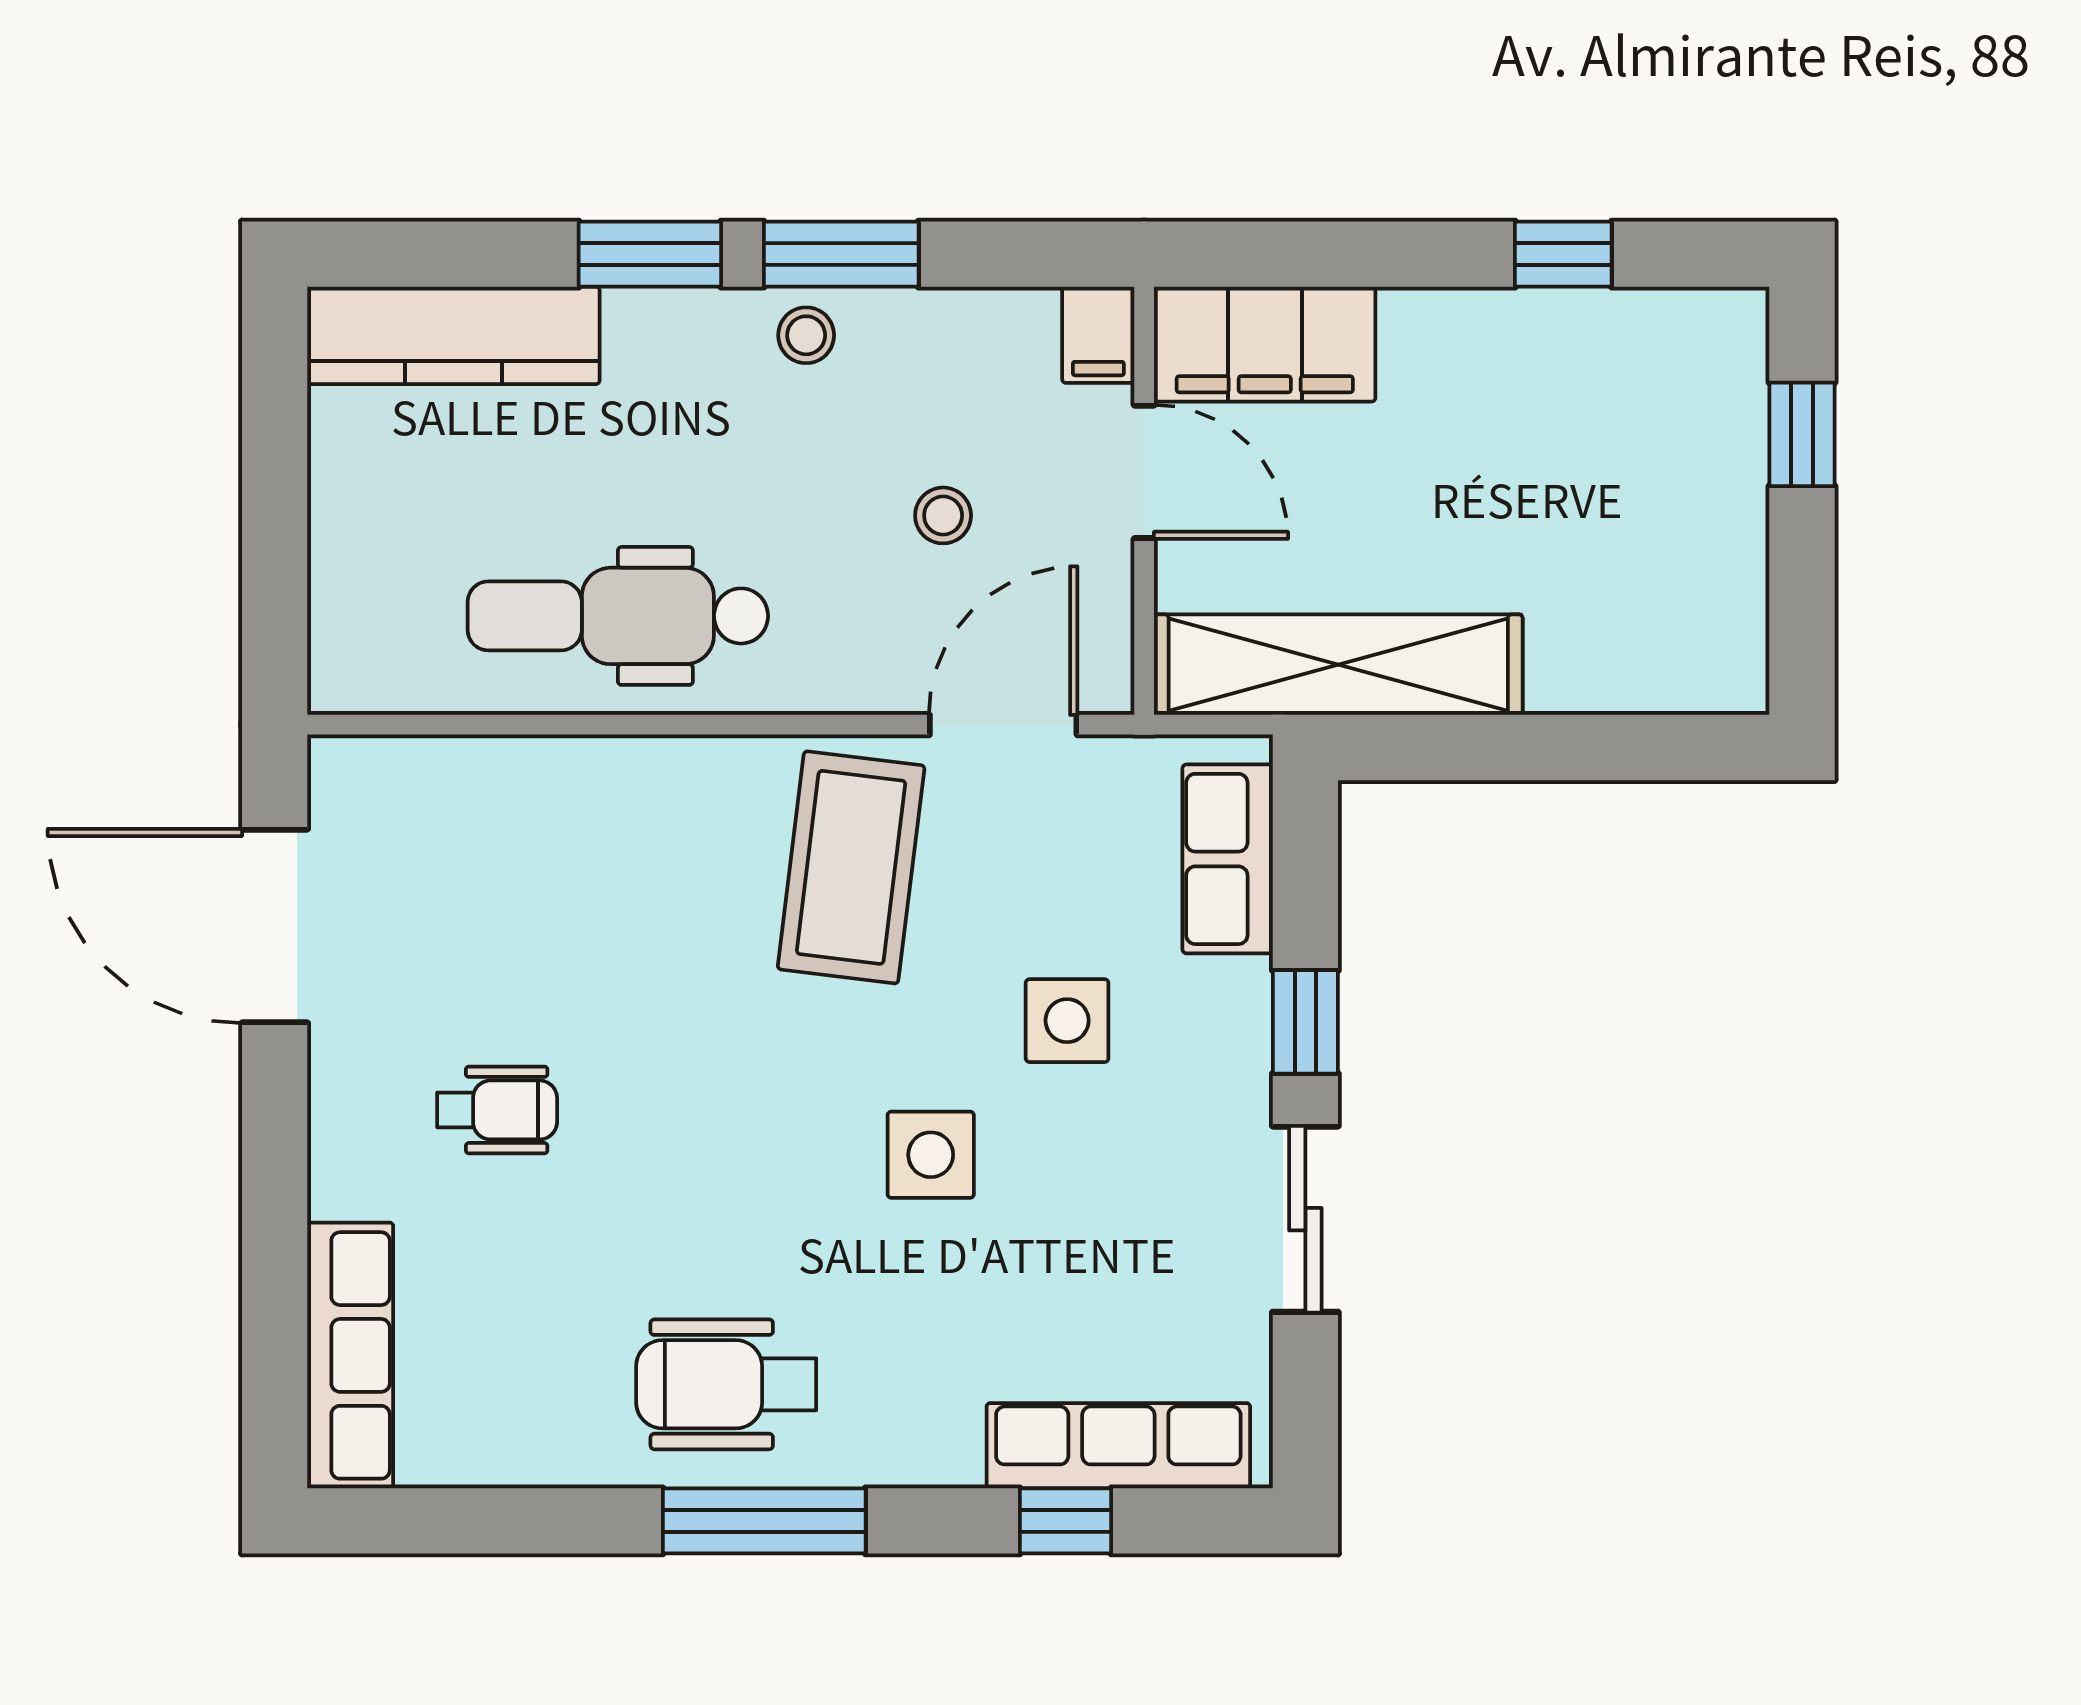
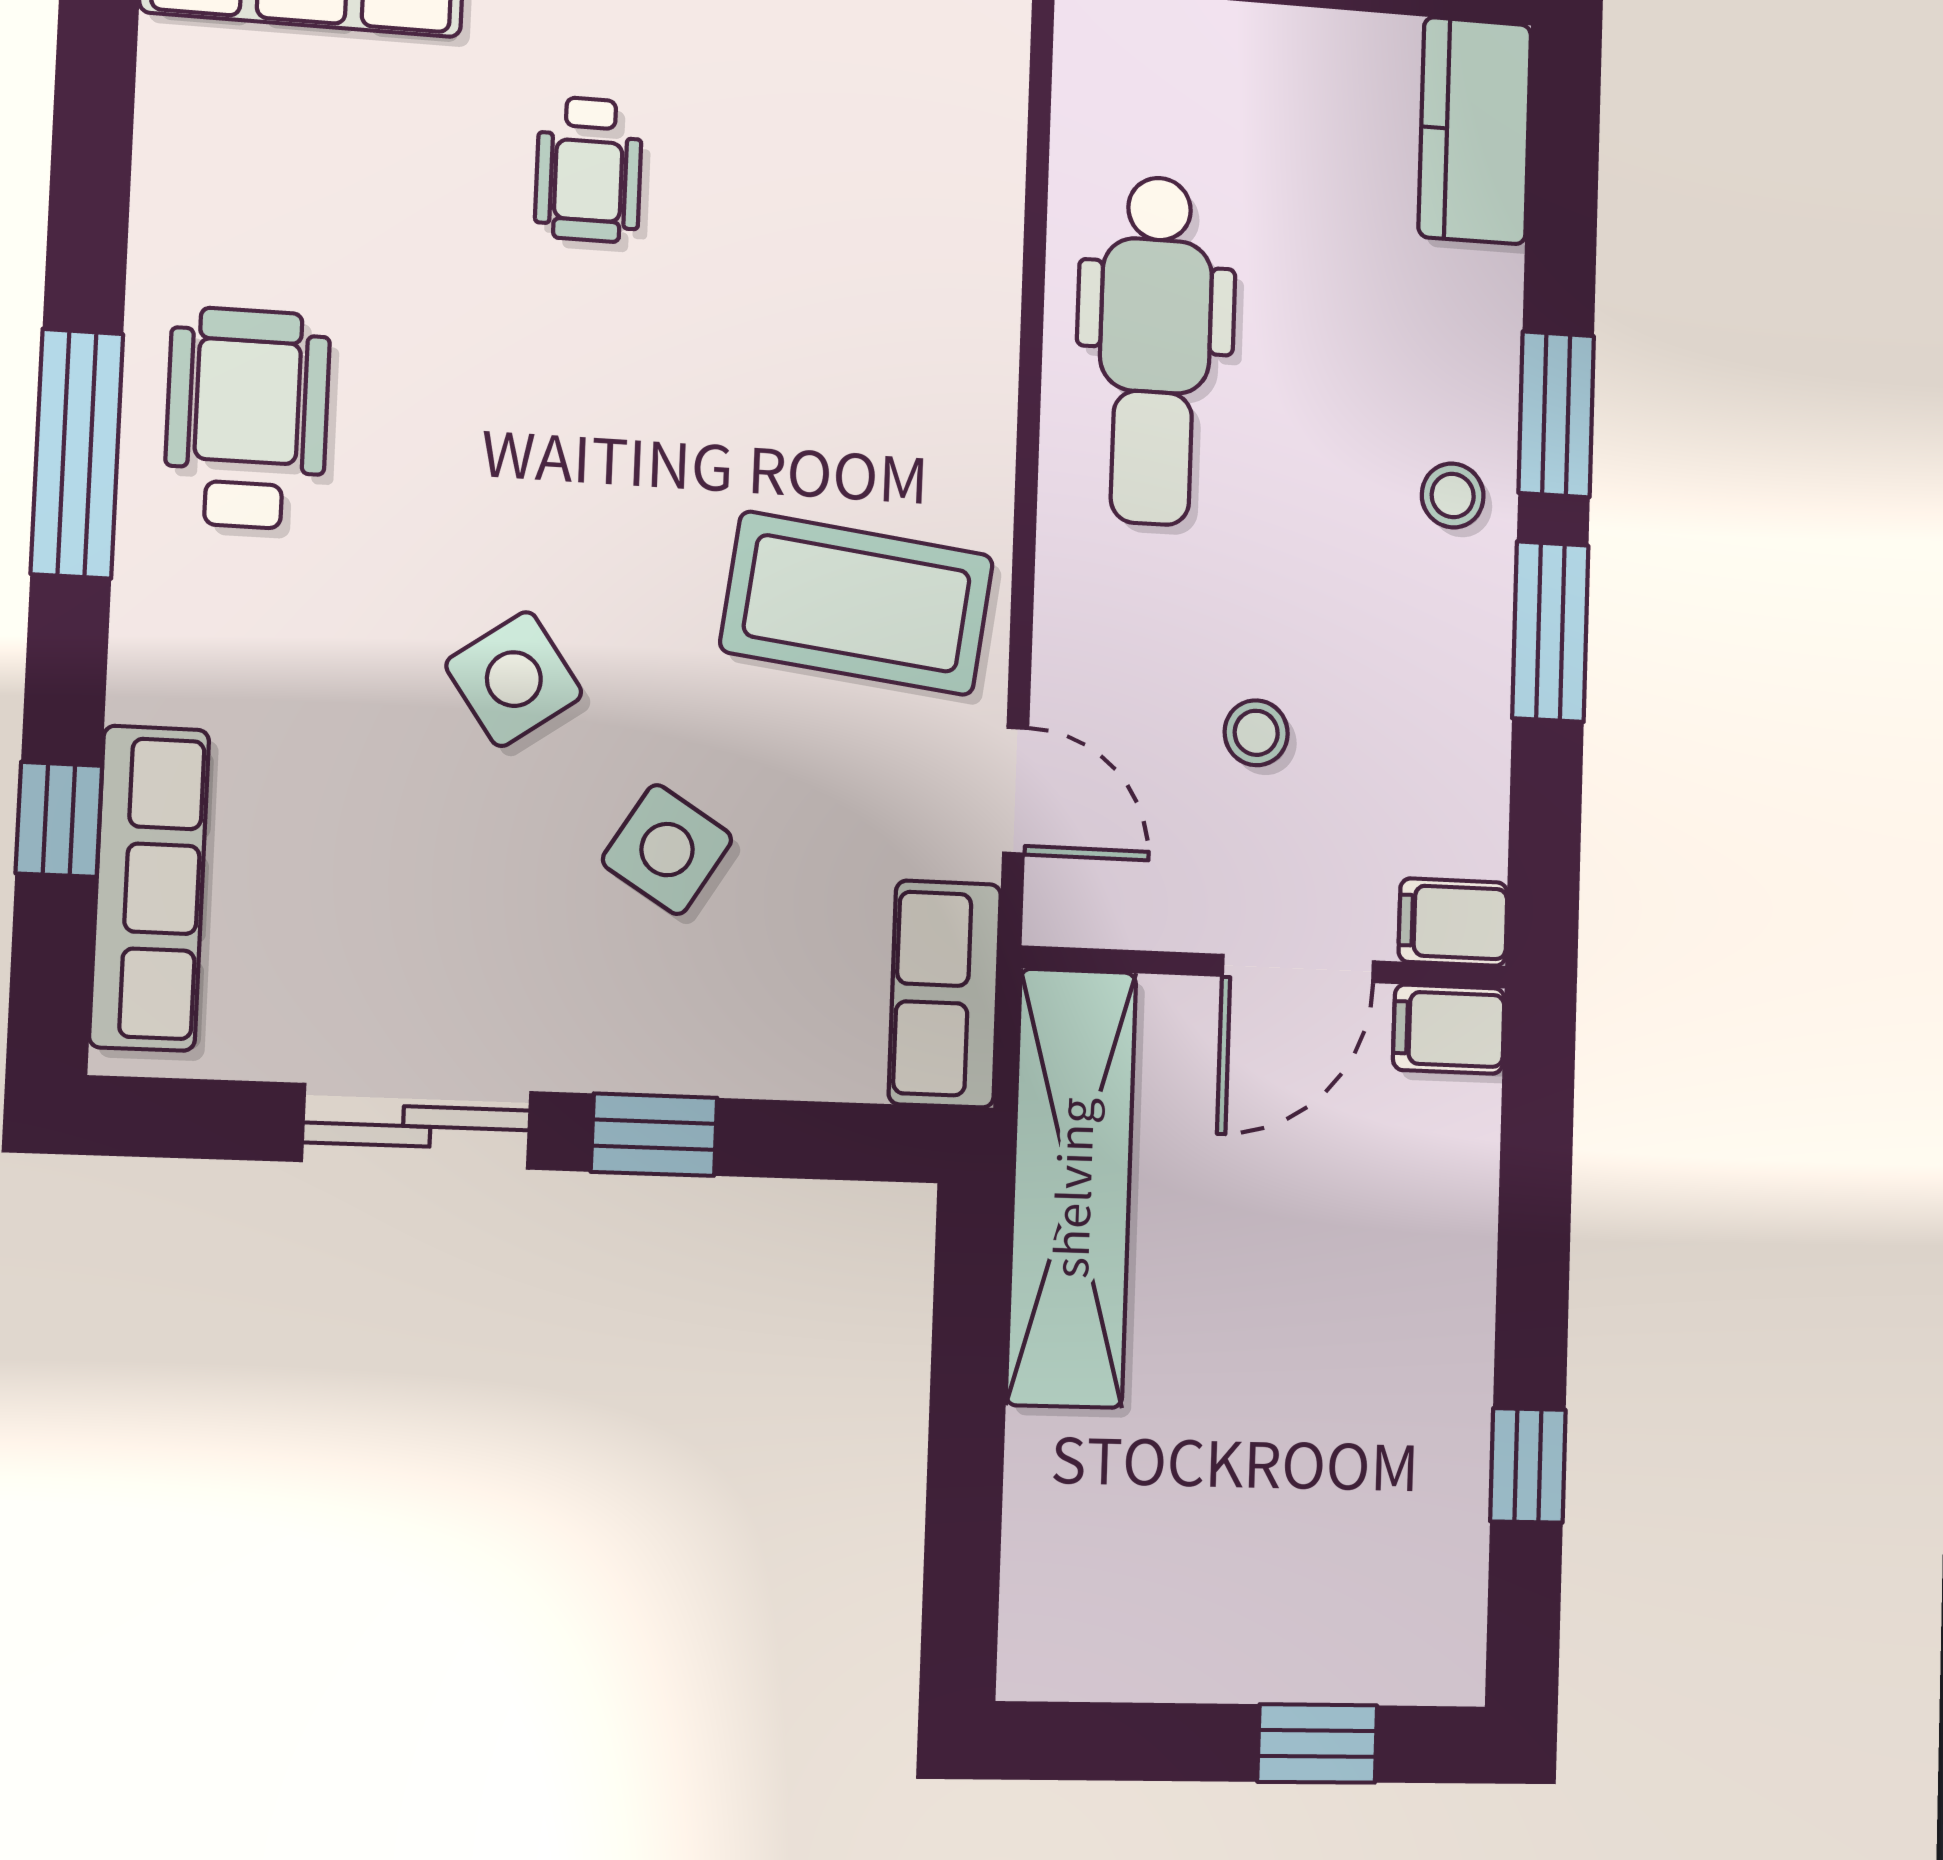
kitchen counter: (453, 335) -> (1475, 131), width x0.67
stool: (806, 335) -> (1453, 496), moved
filing cabinet: (1265, 344) -> (1449, 1029), width x0.33, depth x0.86
dental chair: (618, 616) -> (1155, 350), turned 180
door: (1003, 725) -> (1016, 791), width x0.73
row of seats: (1228, 859) -> (945, 994), moved, turned -90
side table: (1067, 1021) -> (667, 850), turned 32
side table: (931, 1155) -> (514, 679), turned -35

